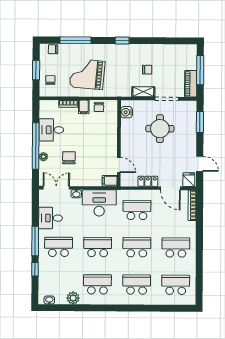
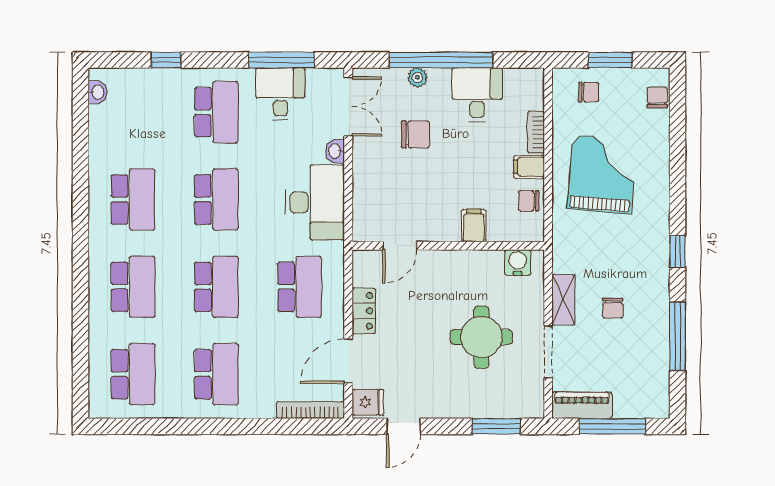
window: (75, 40) -> (678, 336), moved
filing cabinet: (110, 181) -> (474, 226), moved
window: (35, 241) -> (281, 60), moved
plant: (73, 298) -> (102, 145), removed

